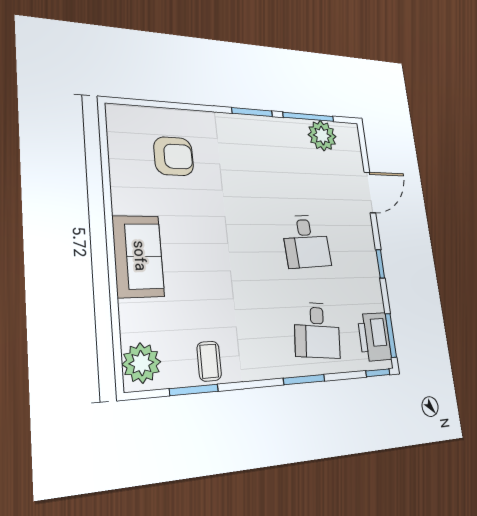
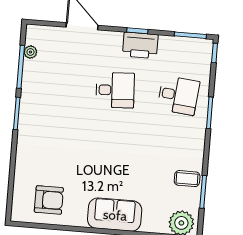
plant: (322, 136) -> (30, 52), width x0.53, depth x0.53
armchair: (174, 156) -> (49, 200), moved, turned 90
printer: (375, 337) -> (140, 45), moved

